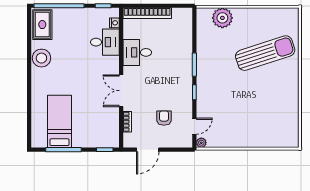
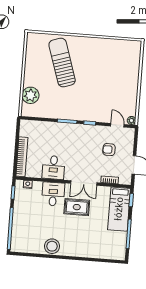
rug: (42, 25) -> (77, 207), moved
desk: (105, 42) -> (53, 194), moved
bed: (59, 121) -> (119, 209), moved, turned -90

